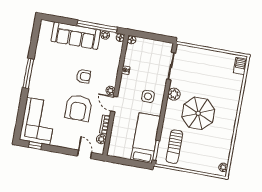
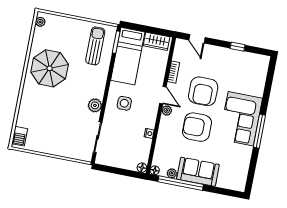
sofa: (76, 36) -> (198, 172), width x0.73
armchair: (83, 76) -> (197, 127), width x1.88, depth x1.88
armchair: (78, 108) -> (203, 91), turned 180
parasol: (198, 113) -> (50, 68), moved
corner sofa: (38, 121) -> (241, 119), moved
plant: (101, 139) -> (178, 56), removed
window: (35, 145) -> (238, 47), moved
wardrobe: (120, 152) -> (157, 41), added

